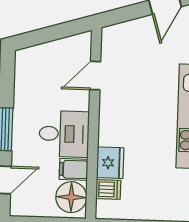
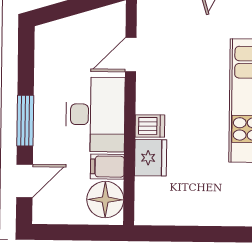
desk: (64, 134) -> (95, 114), width x1.37
dishwasher: (108, 189) -> (150, 126), moved

